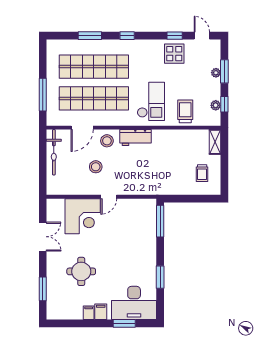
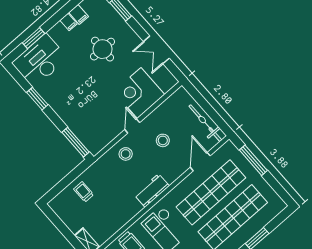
stool: (107, 141) -> (126, 154), moved
trolley: (202, 173) -> (84, 192), moved
filing cabinet: (101, 312) -> (79, 14), moved

